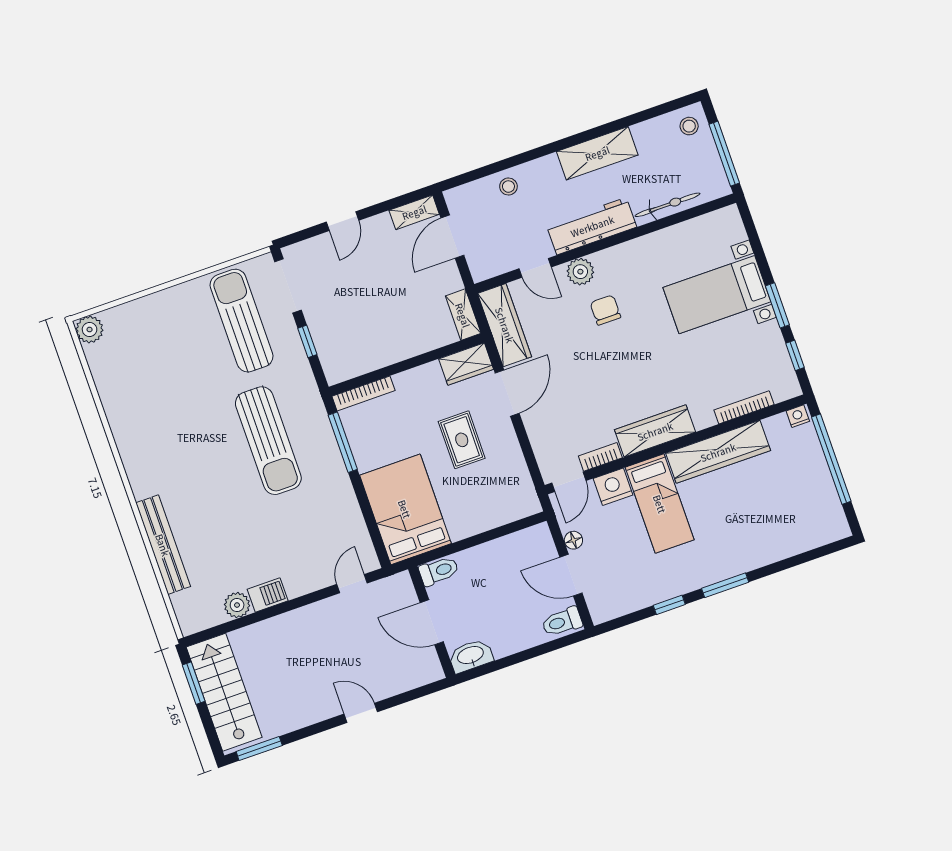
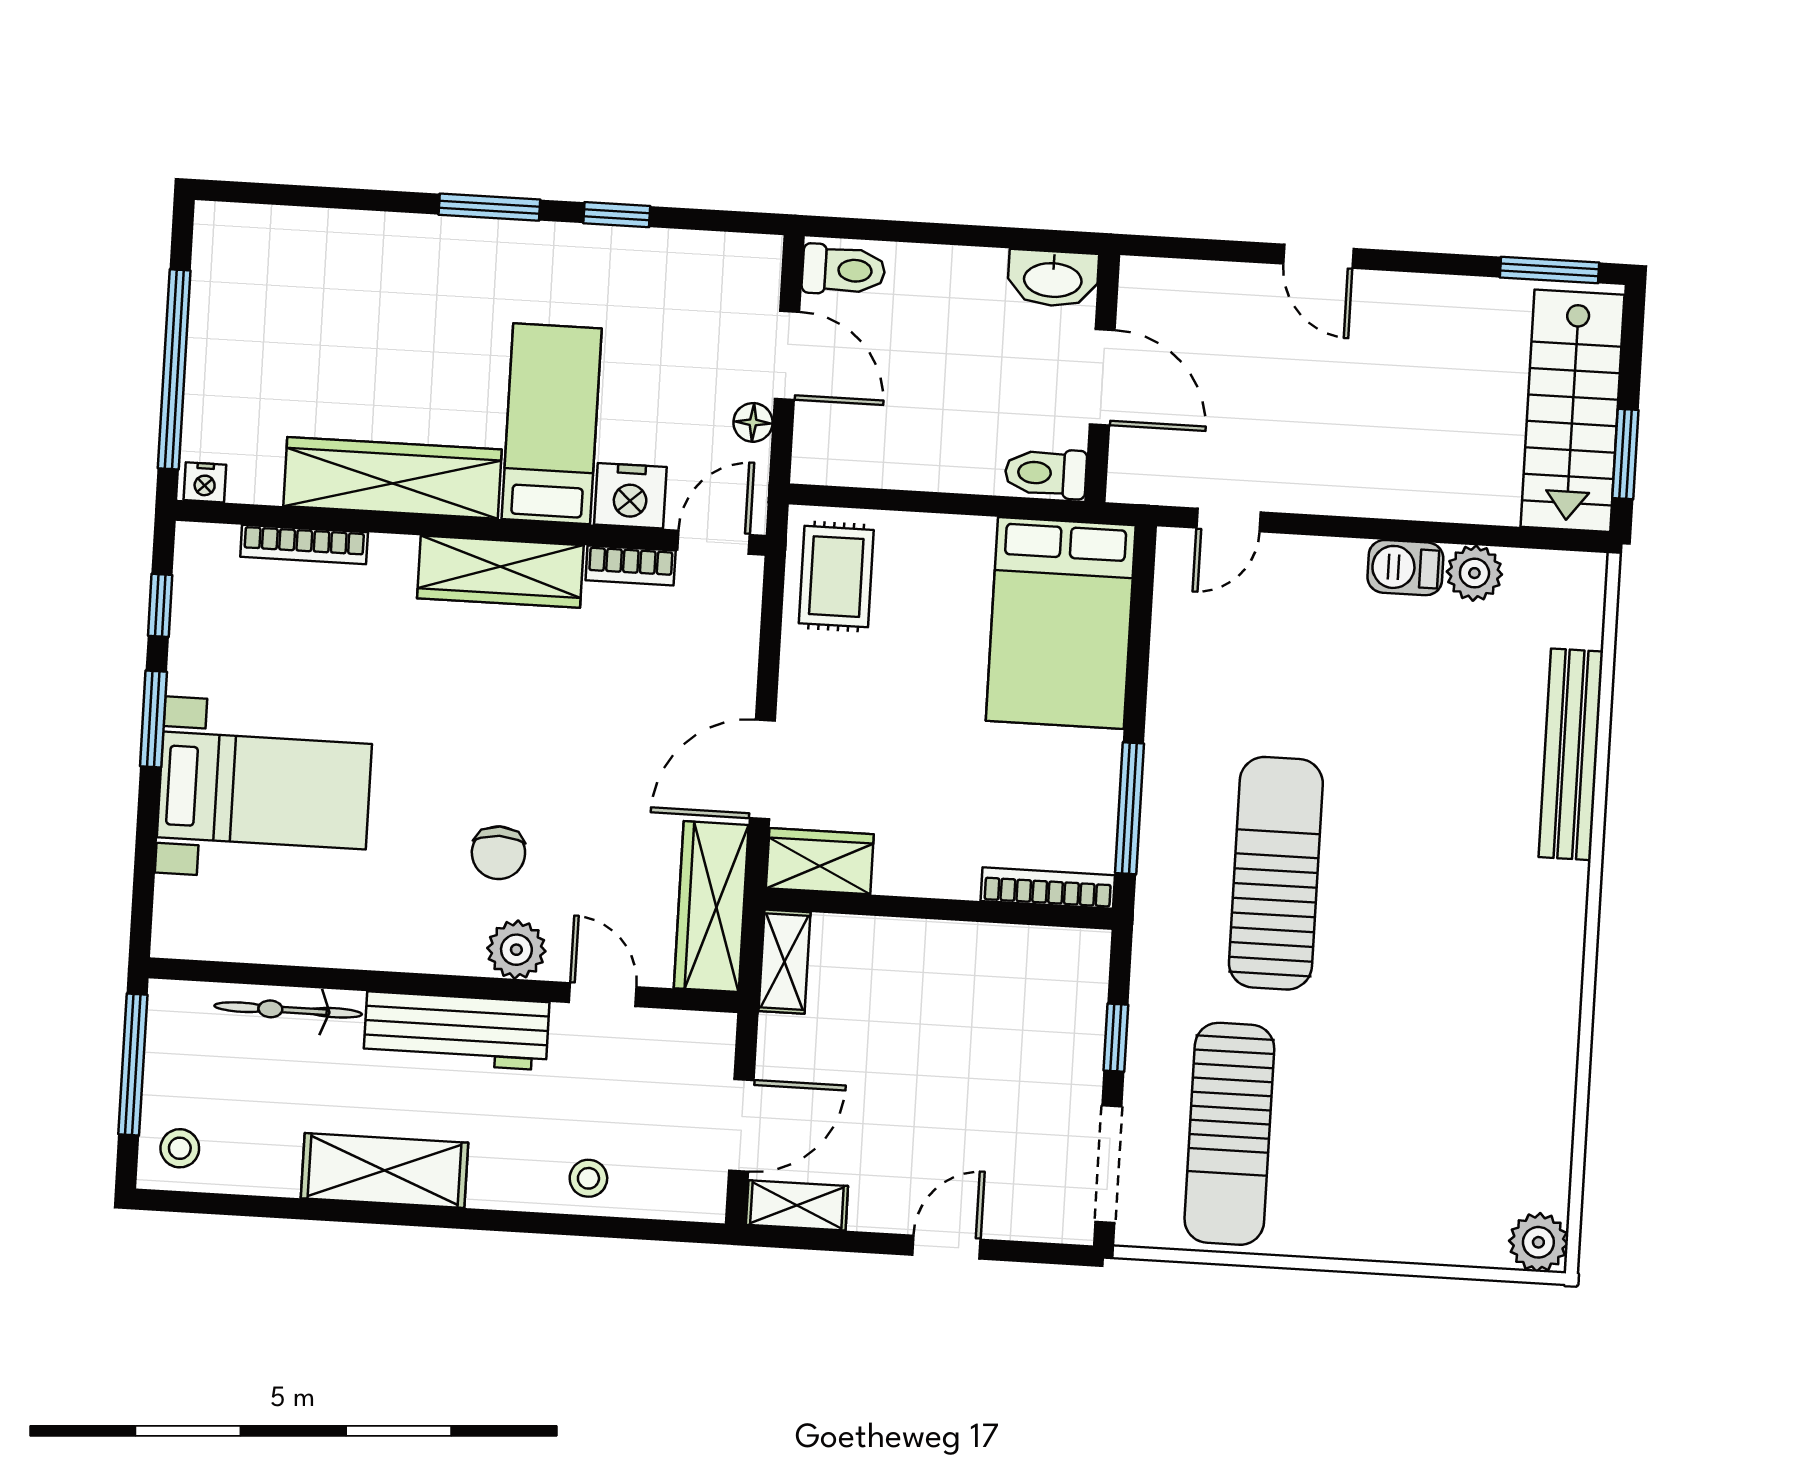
rug: (462, 440) -> (836, 577), moved

